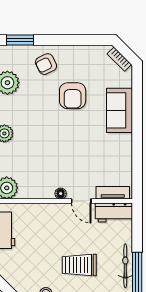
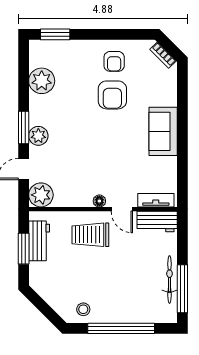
armchair: (46, 64) -> (114, 61), moved, turned -64
sofa: (119, 110) -> (163, 131), moved
trolley: (79, 265) -> (90, 235), moved

